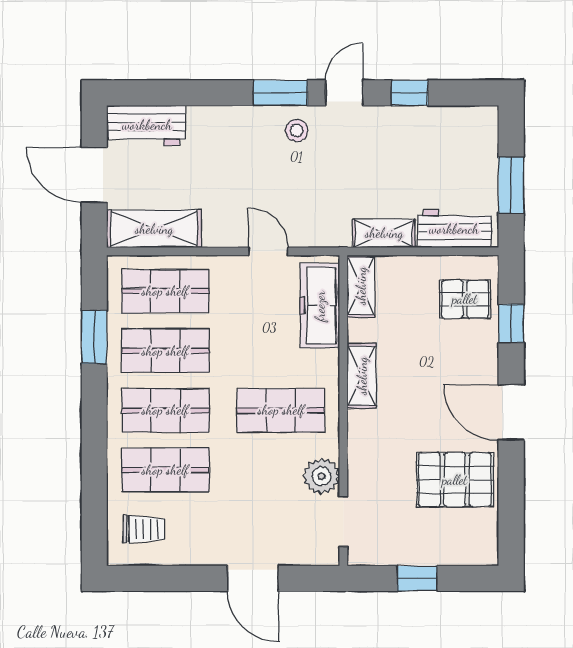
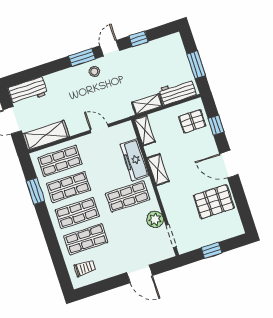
freezer: (320, 306) -> (135, 160), moved

